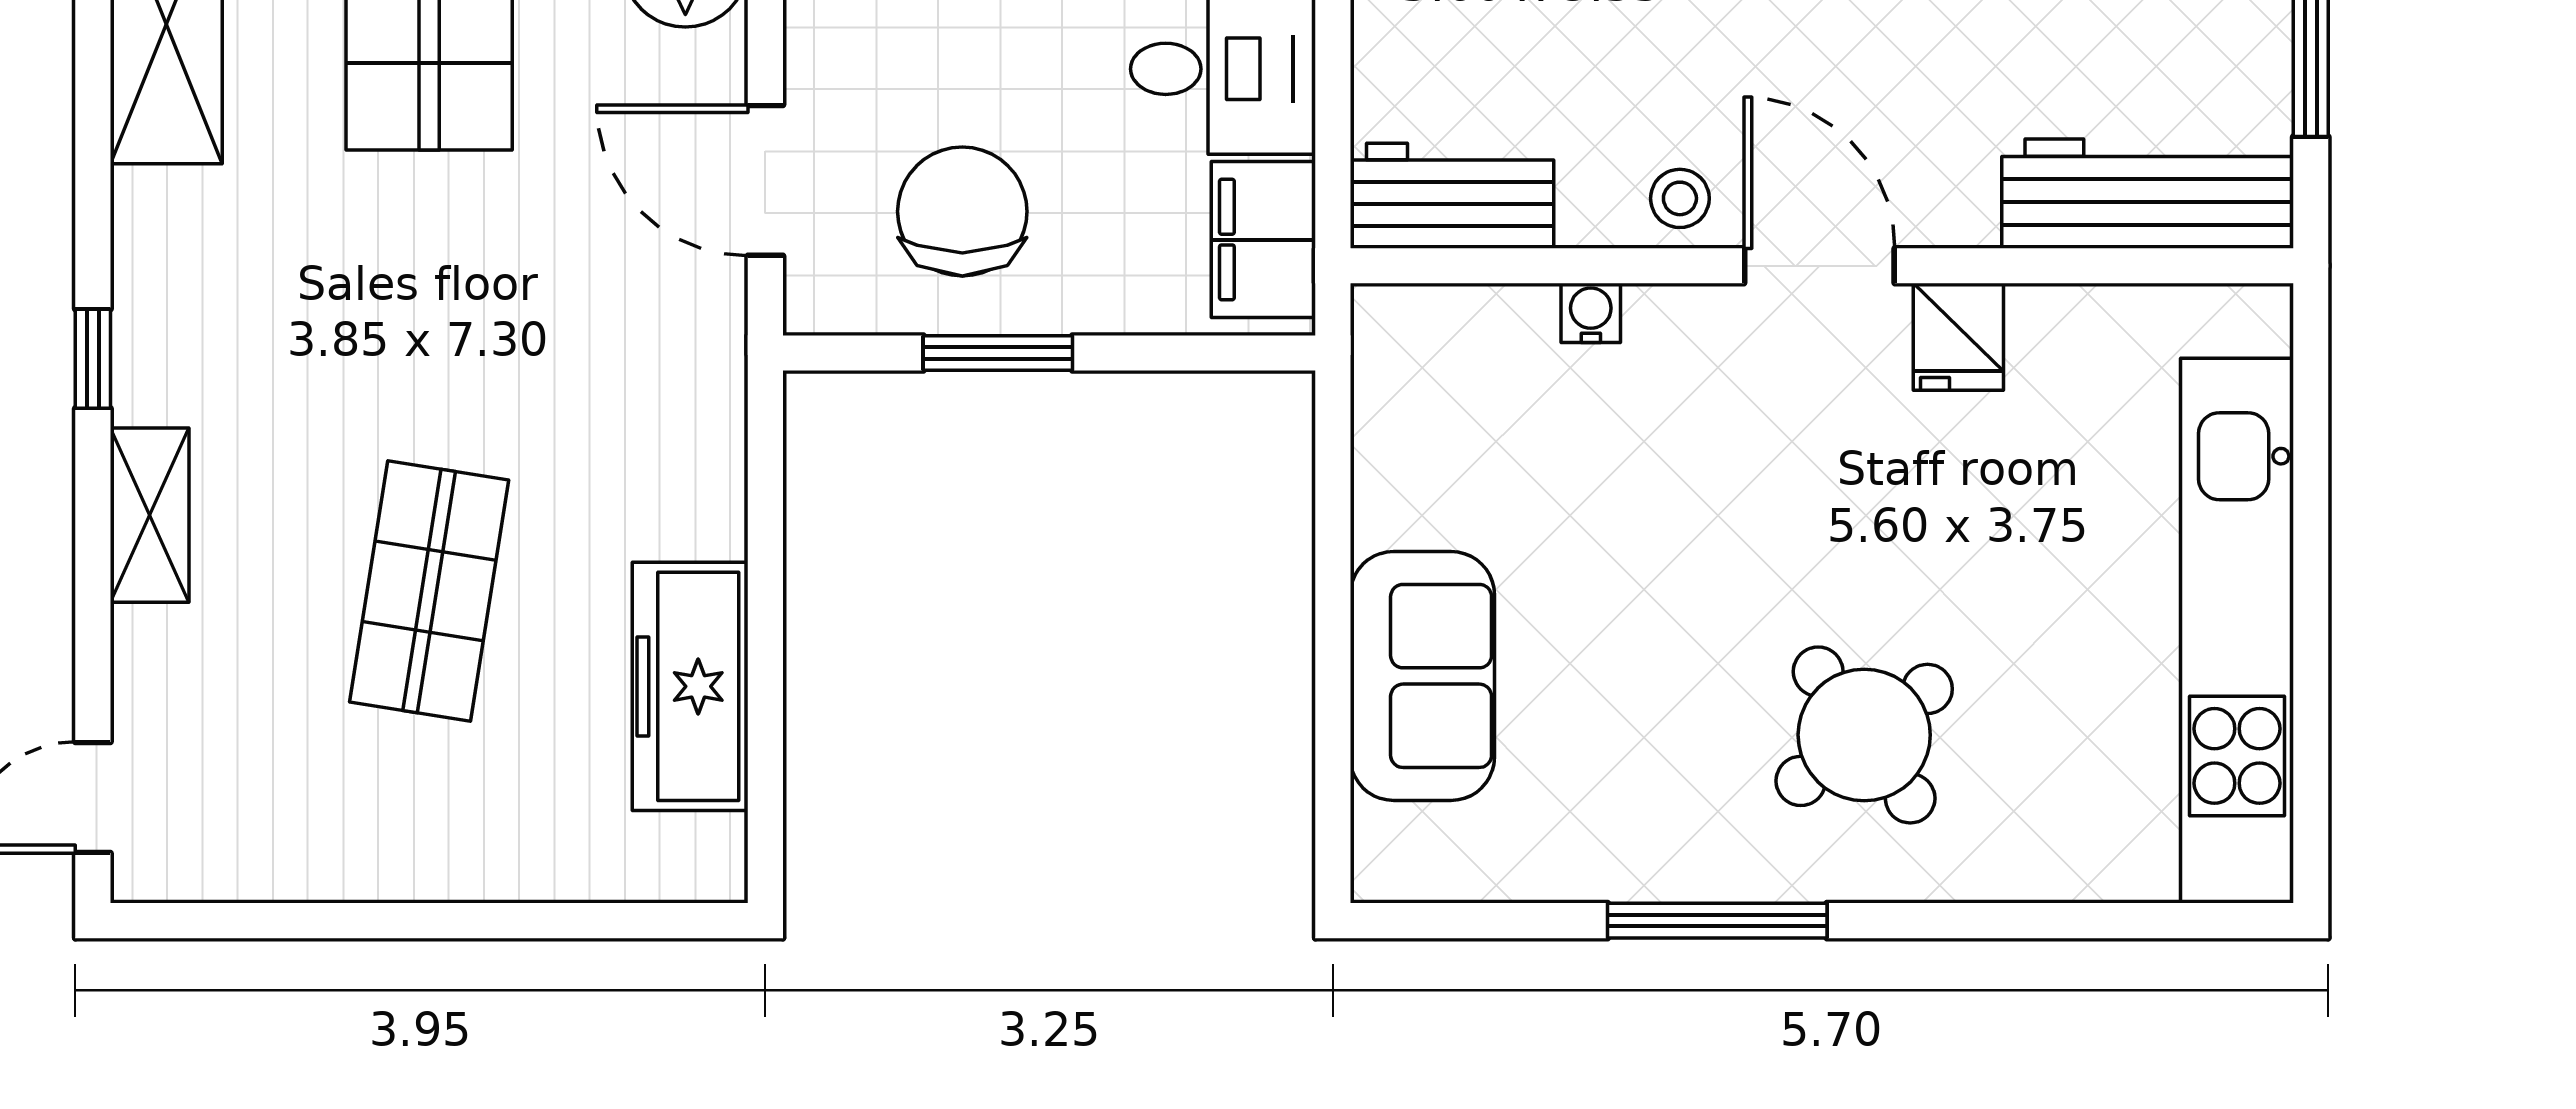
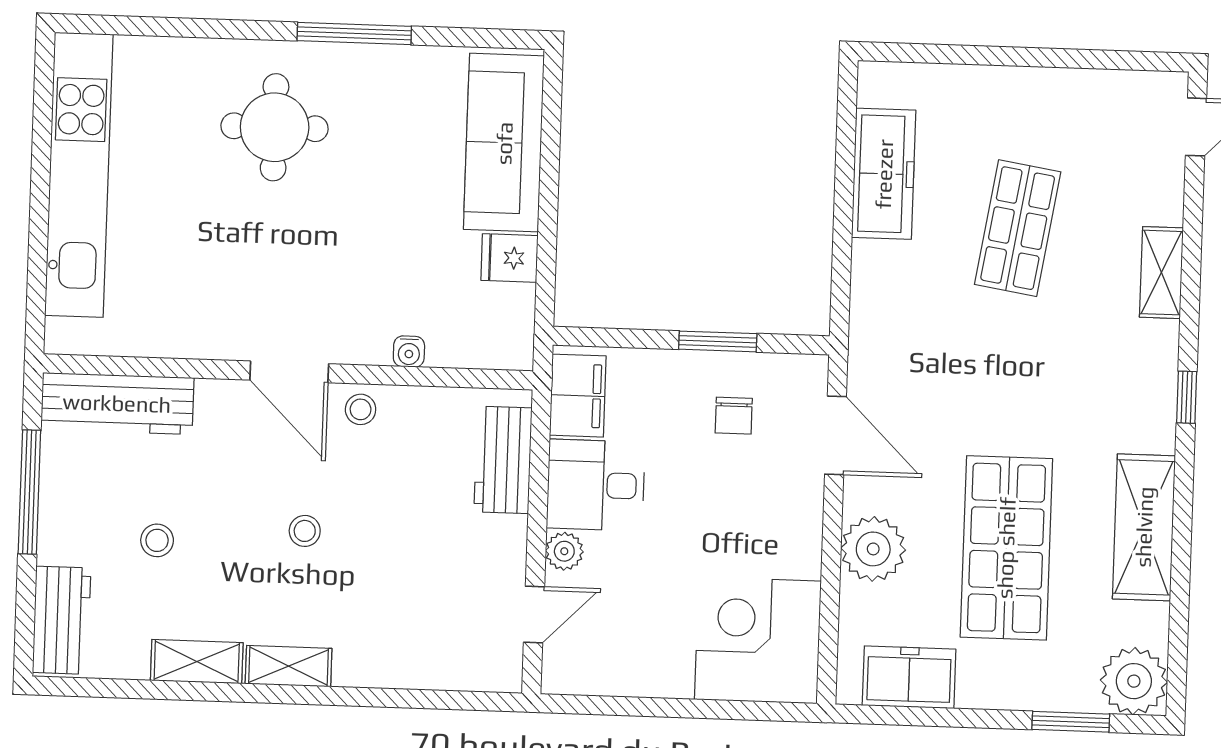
workbench: (1452, 196) -> (503, 460), moved, turned 90
chair: (962, 211) -> (734, 416), width x0.54, depth x0.54
fridge: (1958, 337) -> (509, 258), moved, turned -90
window: (93, 359) -> (1187, 397), moved
sofa: (1422, 676) -> (504, 143), width x1.36
round table: (1864, 735) -> (275, 127), turned 36

